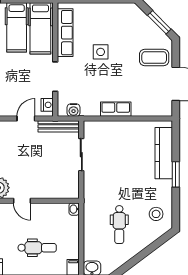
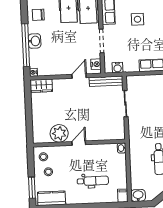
door: (22, 201) -> (79, 143), swing flipped

